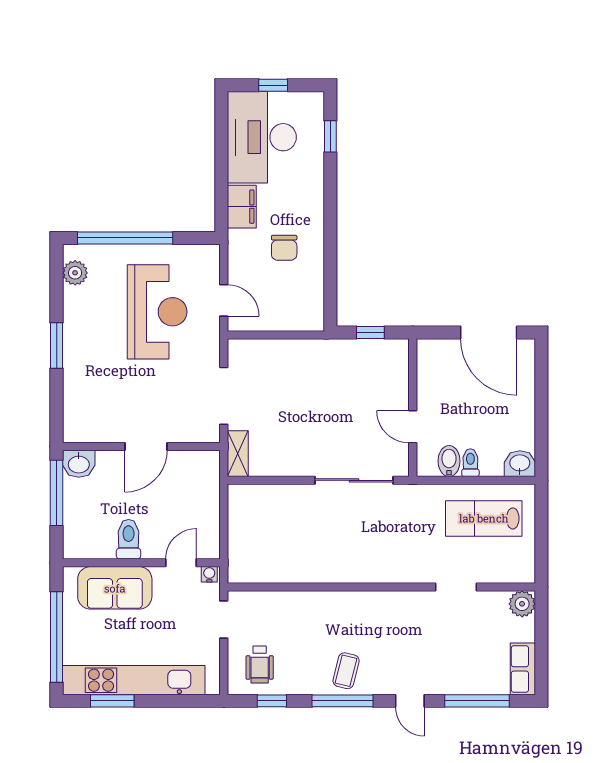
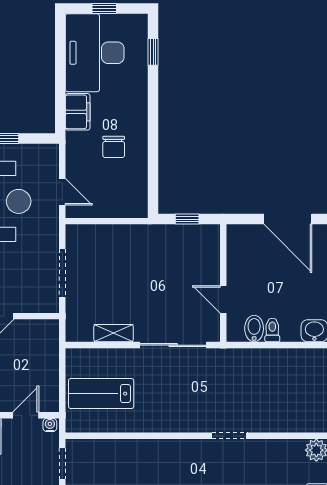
shelving: (238, 454) -> (114, 333), moved, turned 90
lab bench: (484, 518) -> (101, 394), moved
doorway: (456, 587) -> (229, 436), moved

